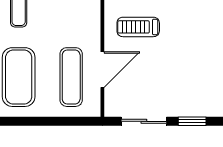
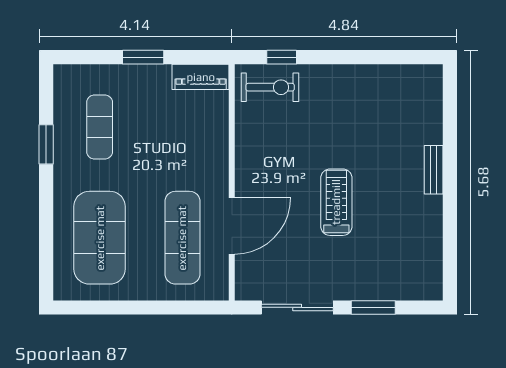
treadmill: (138, 27) -> (336, 202), moved, turned 90

